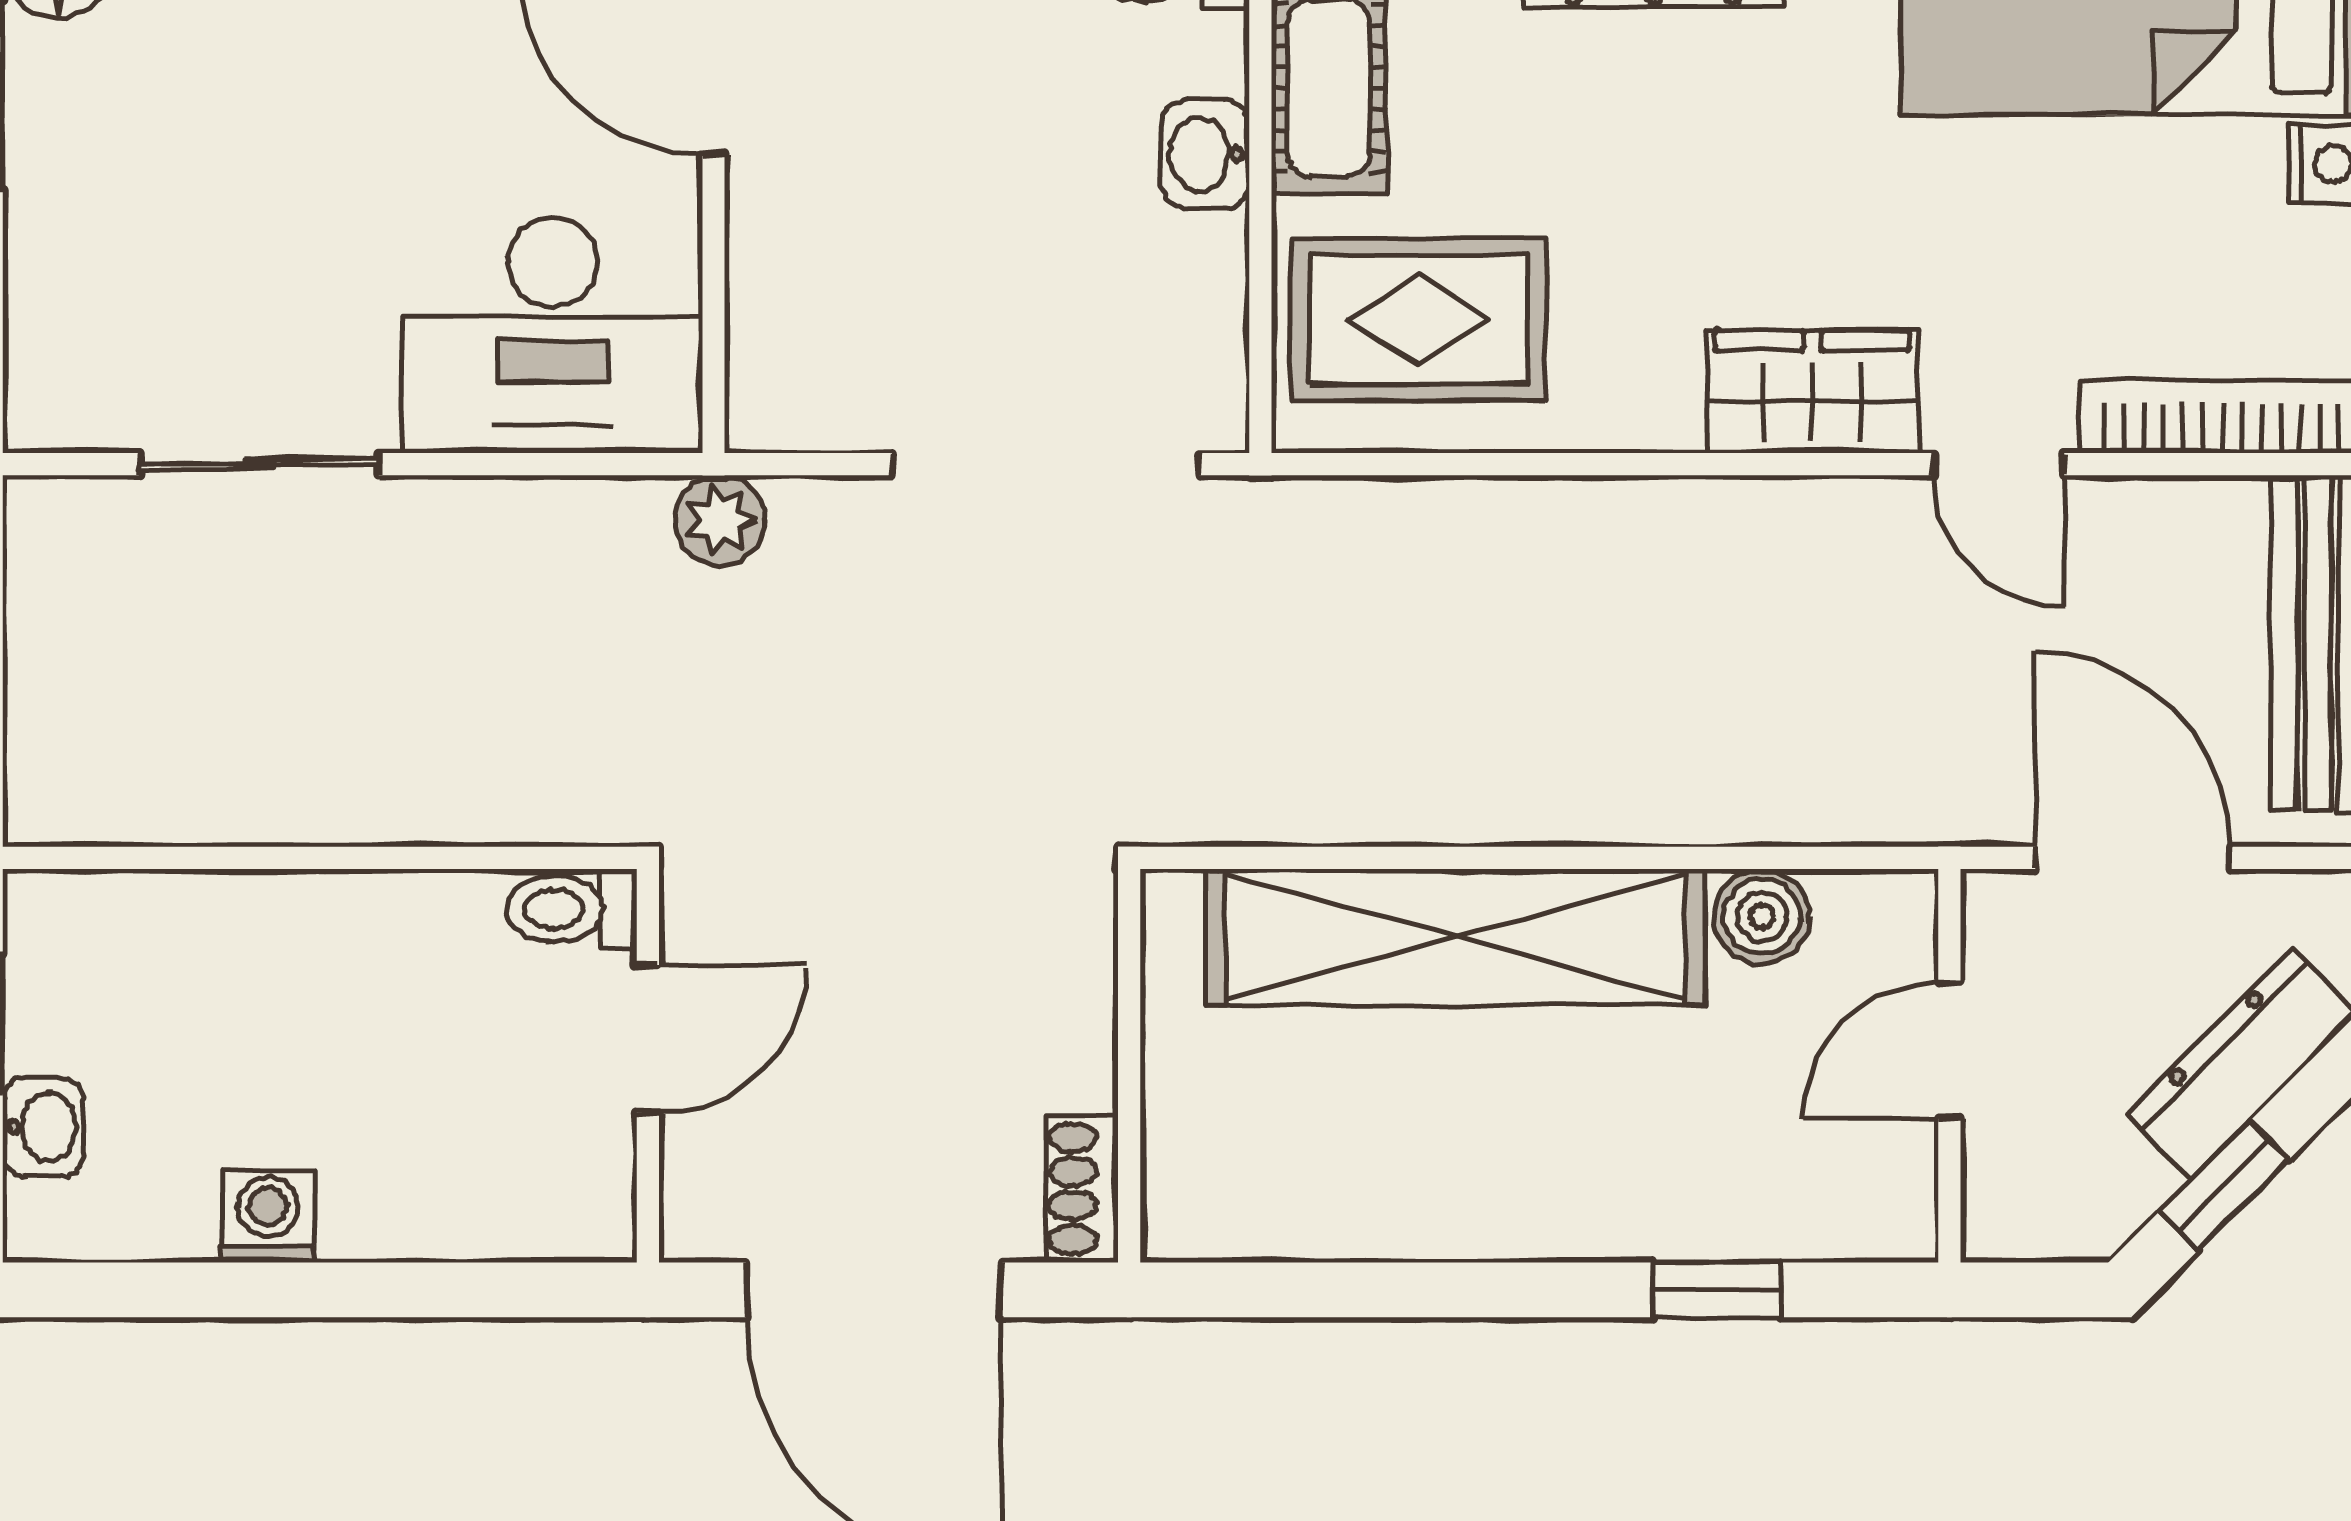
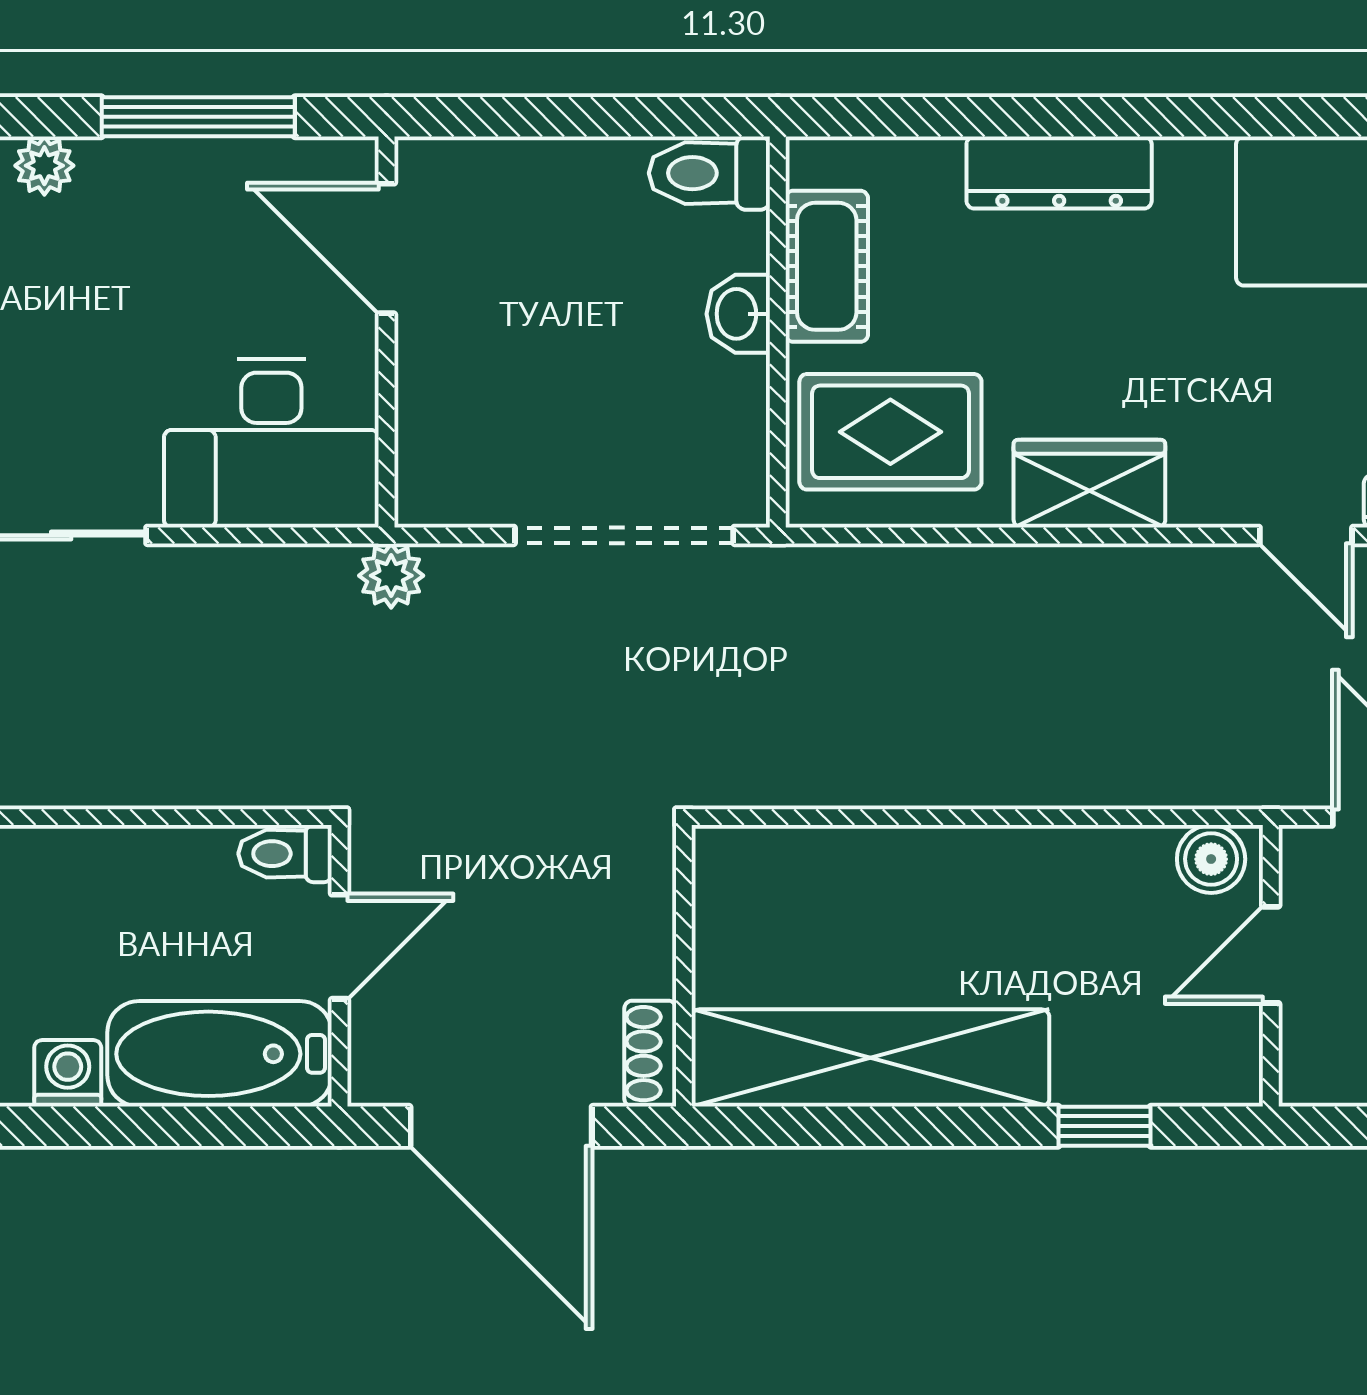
wardrobe: (1813, 392) -> (1089, 484), moved
boiler: (1762, 916) -> (1211, 859), moved
shelving: (1456, 937) -> (870, 1058), moved
bathtub: (480, 1189) -> (220, 1054), added

